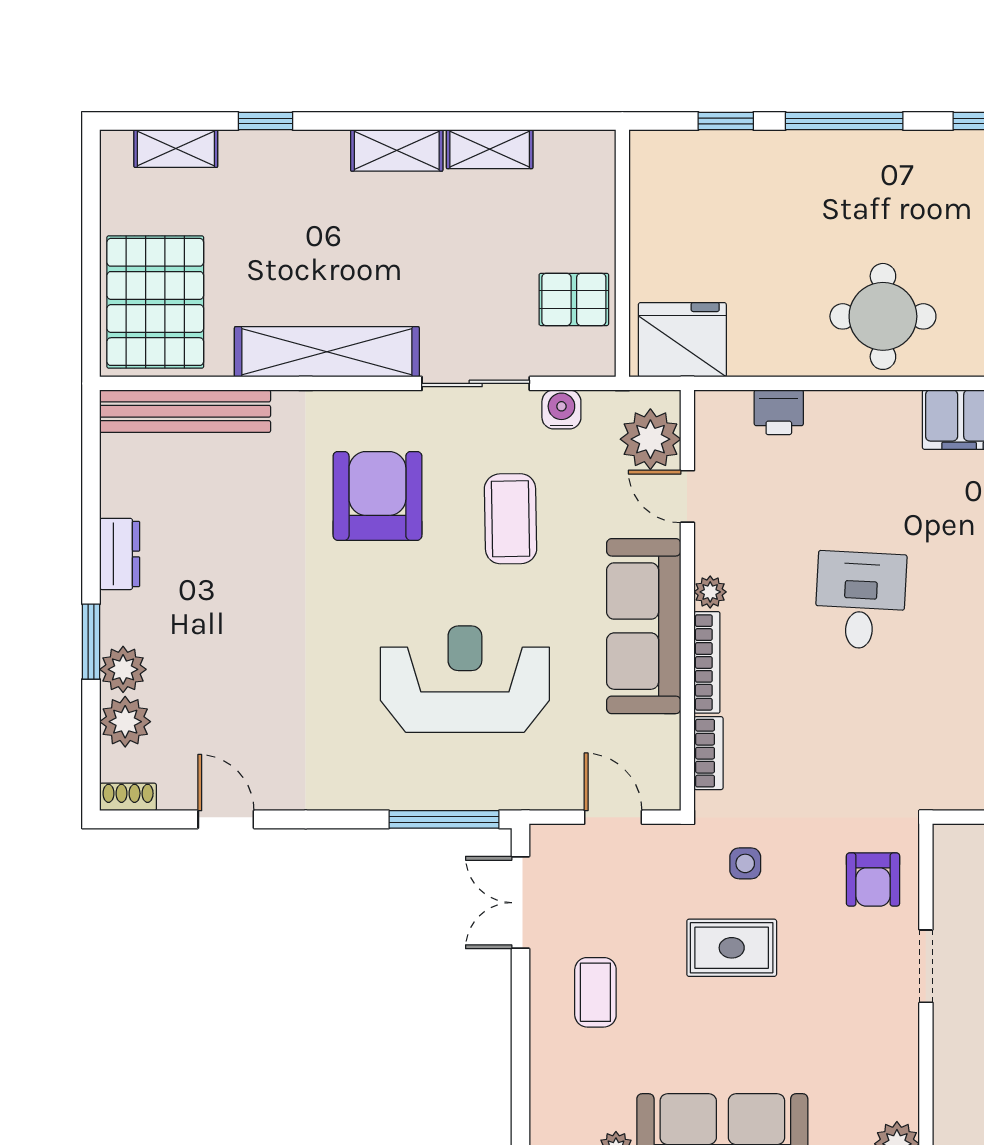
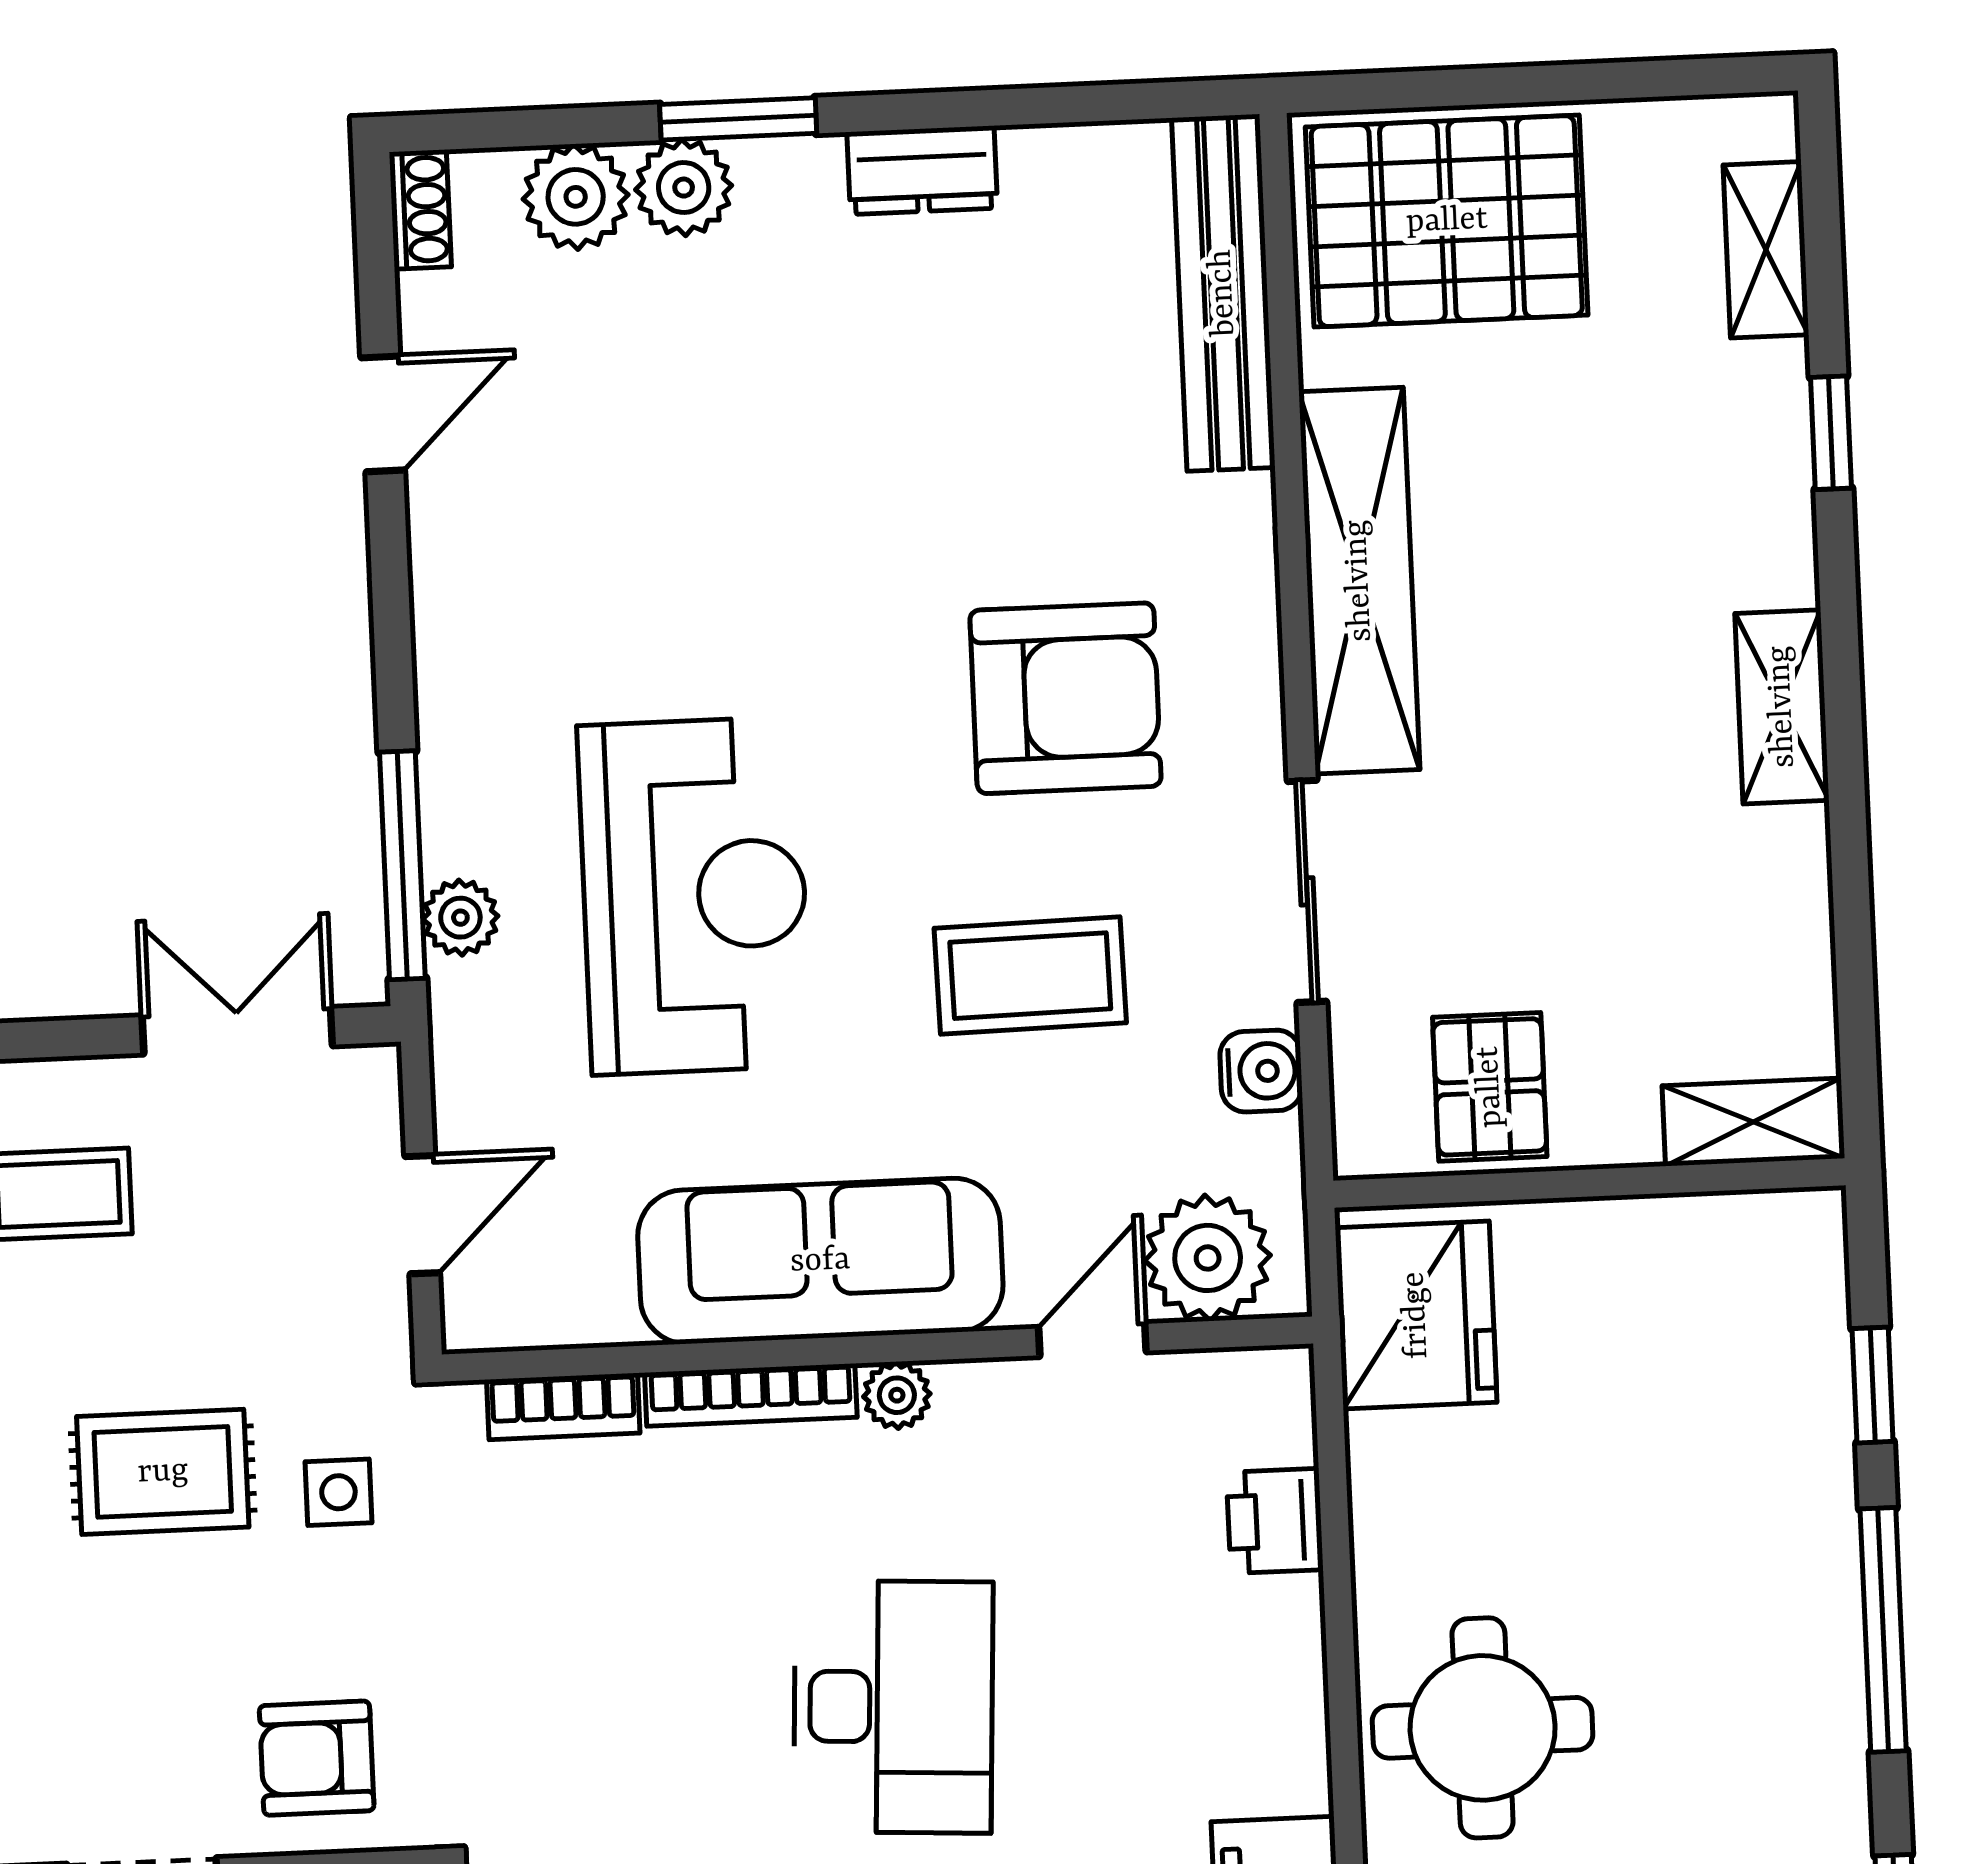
shelving: (490, 149) -> (1753, 1122), moved, turned 90
desk: (860, 600) -> (893, 1707), width x1.37
plant: (471, 792) -> (460, 918), added
rug: (732, 948) -> (163, 1472), turned 90

